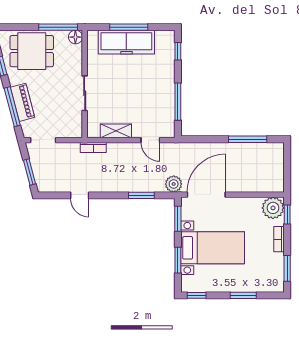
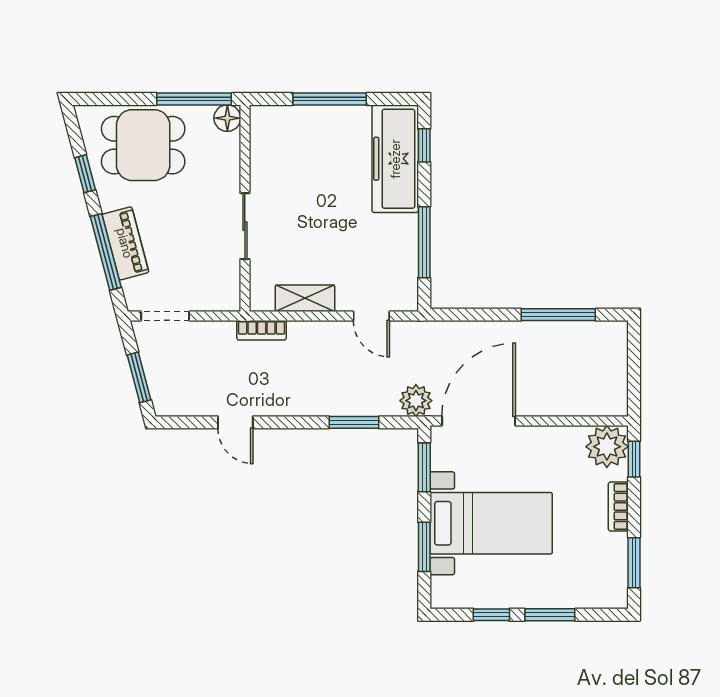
freezer: (126, 42) -> (395, 159), moved, turned 90
window: (197, 295) -> (491, 615), moved

